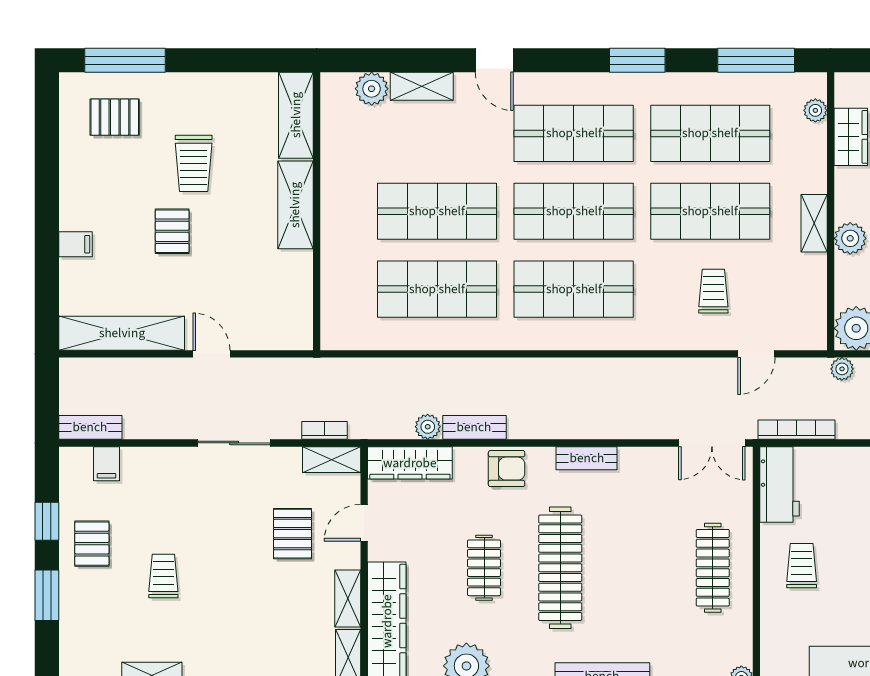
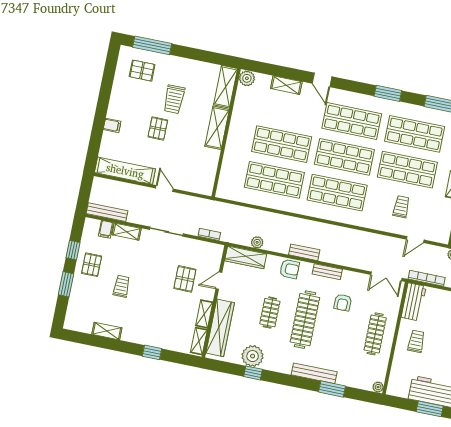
plant: (372, 89) -> (247, 78), moved
bench: (90, 427) -> (107, 212), width x1.36
bench: (474, 427) -> (304, 252), moved
shelving: (332, 460) -> (127, 232), moved
armchair: (632, 516) -> (343, 303), added

